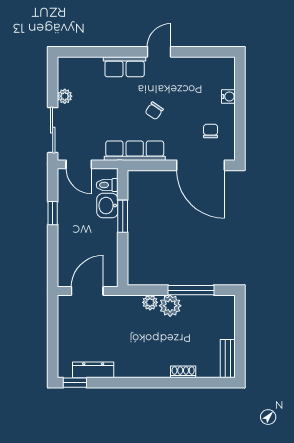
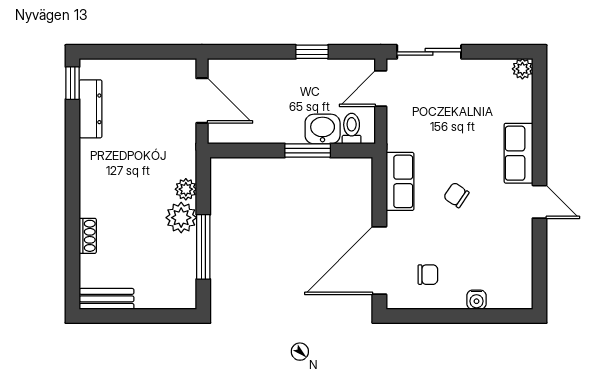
plant: (65, 96) -> (522, 69), moved
row of seats: (135, 151) -> (400, 181), width x0.68

